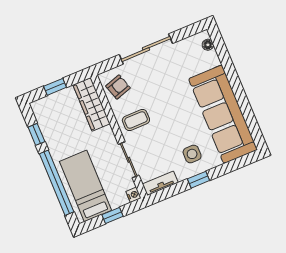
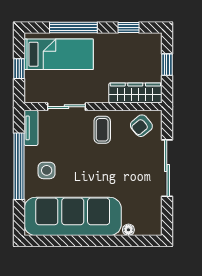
floor lamp: (208, 45) -> (128, 230), moved
armchair: (118, 87) -> (141, 126), turned 68
window: (198, 180) -> (19, 166), width x3.17
window: (57, 183) -> (73, 28), width x0.68
nightstand: (133, 195) -> (31, 97), removed

